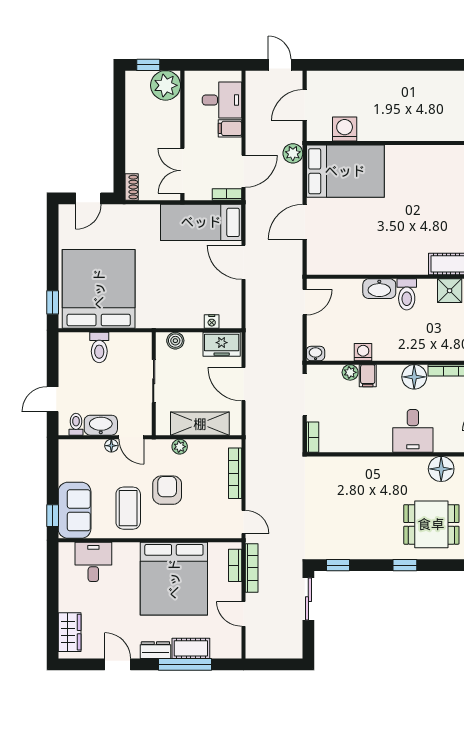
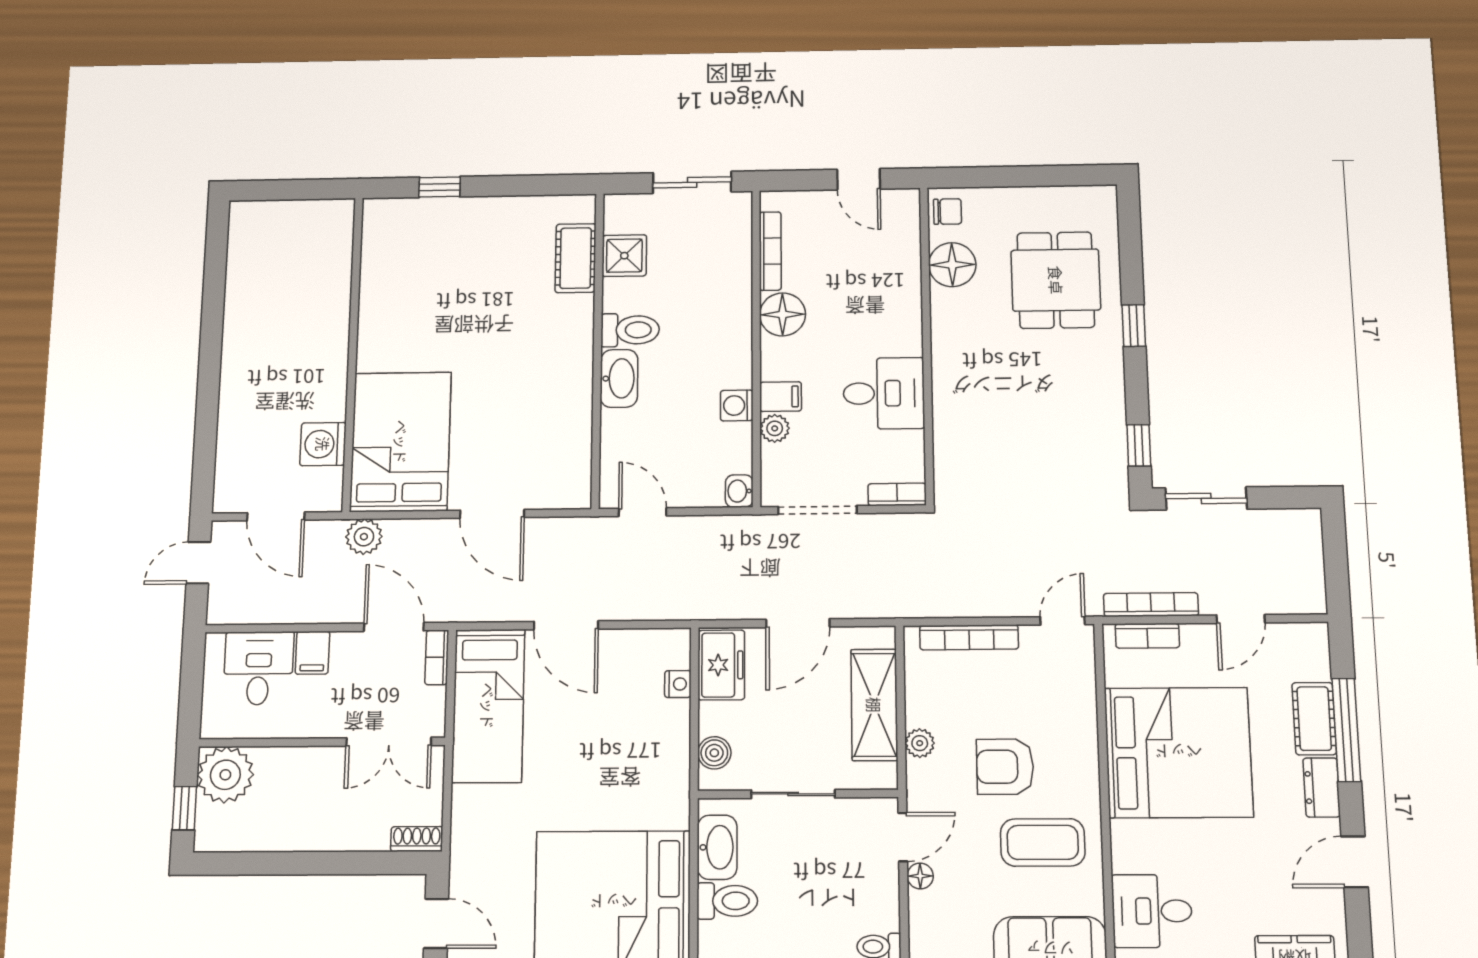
door: (243, 262) -> (566, 625), hinge flipped
washbasin: (101, 425) -> (717, 847), moved, turned 180
desk: (413, 431) -> (884, 393), moved

